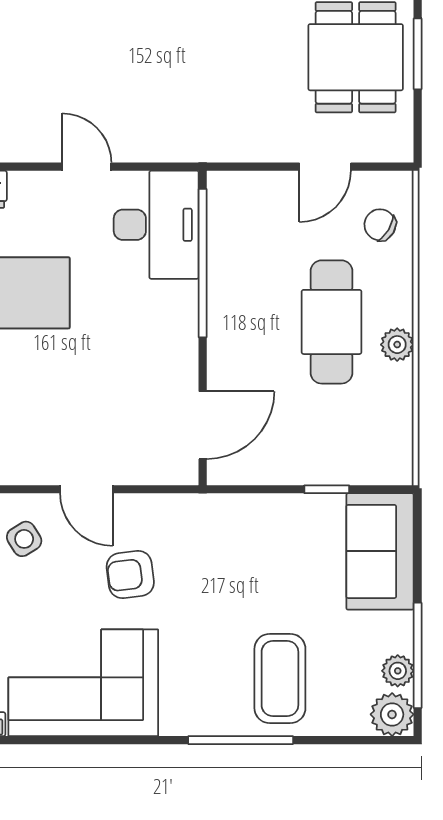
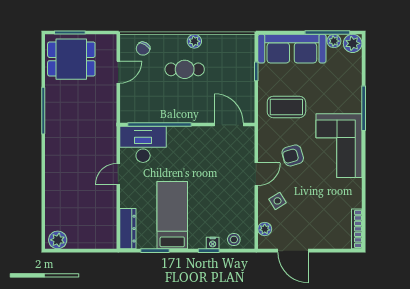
door: (325, 167) -> (118, 72), hinge flipped
cafe table: (332, 322) -> (185, 69), width x0.73, depth x0.74
sofa: (380, 551) -> (292, 49), width x1.36
armchair: (130, 575) -> (293, 155), turned 81
coffee table: (280, 678) -> (286, 107), moved
corner sofa: (83, 683) -> (339, 146), moved

